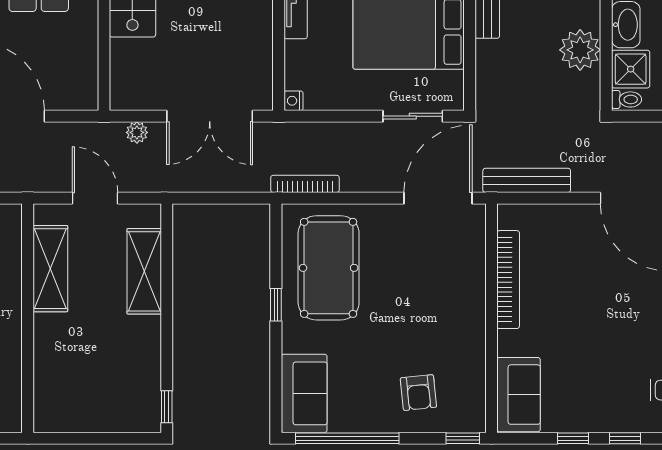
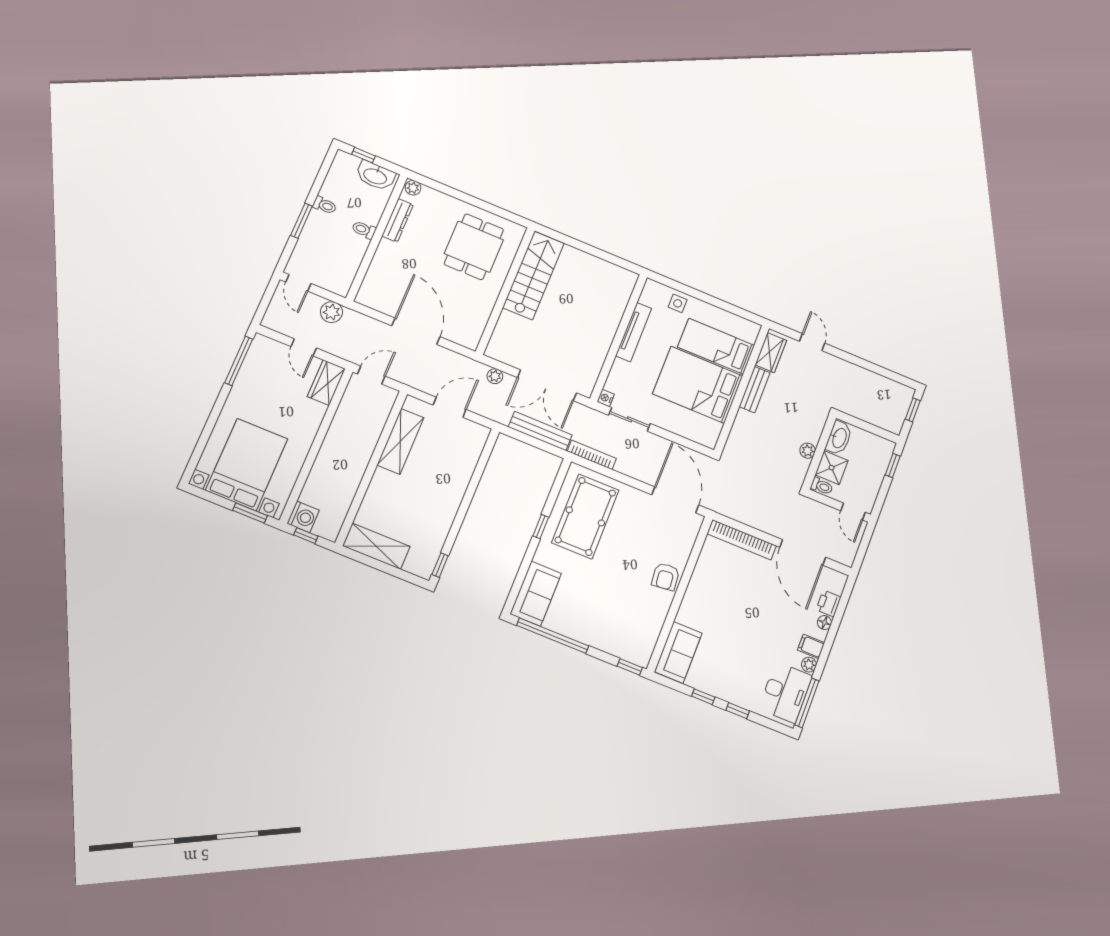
plant: (580, 50) -> (808, 451), width x0.53, depth x0.53
sliding door: (413, 116) -> (629, 419), moved
bench: (527, 180) -> (540, 431), moved
door: (95, 198) -> (450, 407), hinge flipped
door: (438, 198) -> (675, 500), hinge flipped
shelving: (144, 271) -> (376, 546), moved, turned 90
bookcase: (508, 280) -> (742, 540), moved, turned 90
armchair: (418, 393) -> (665, 577), moved

